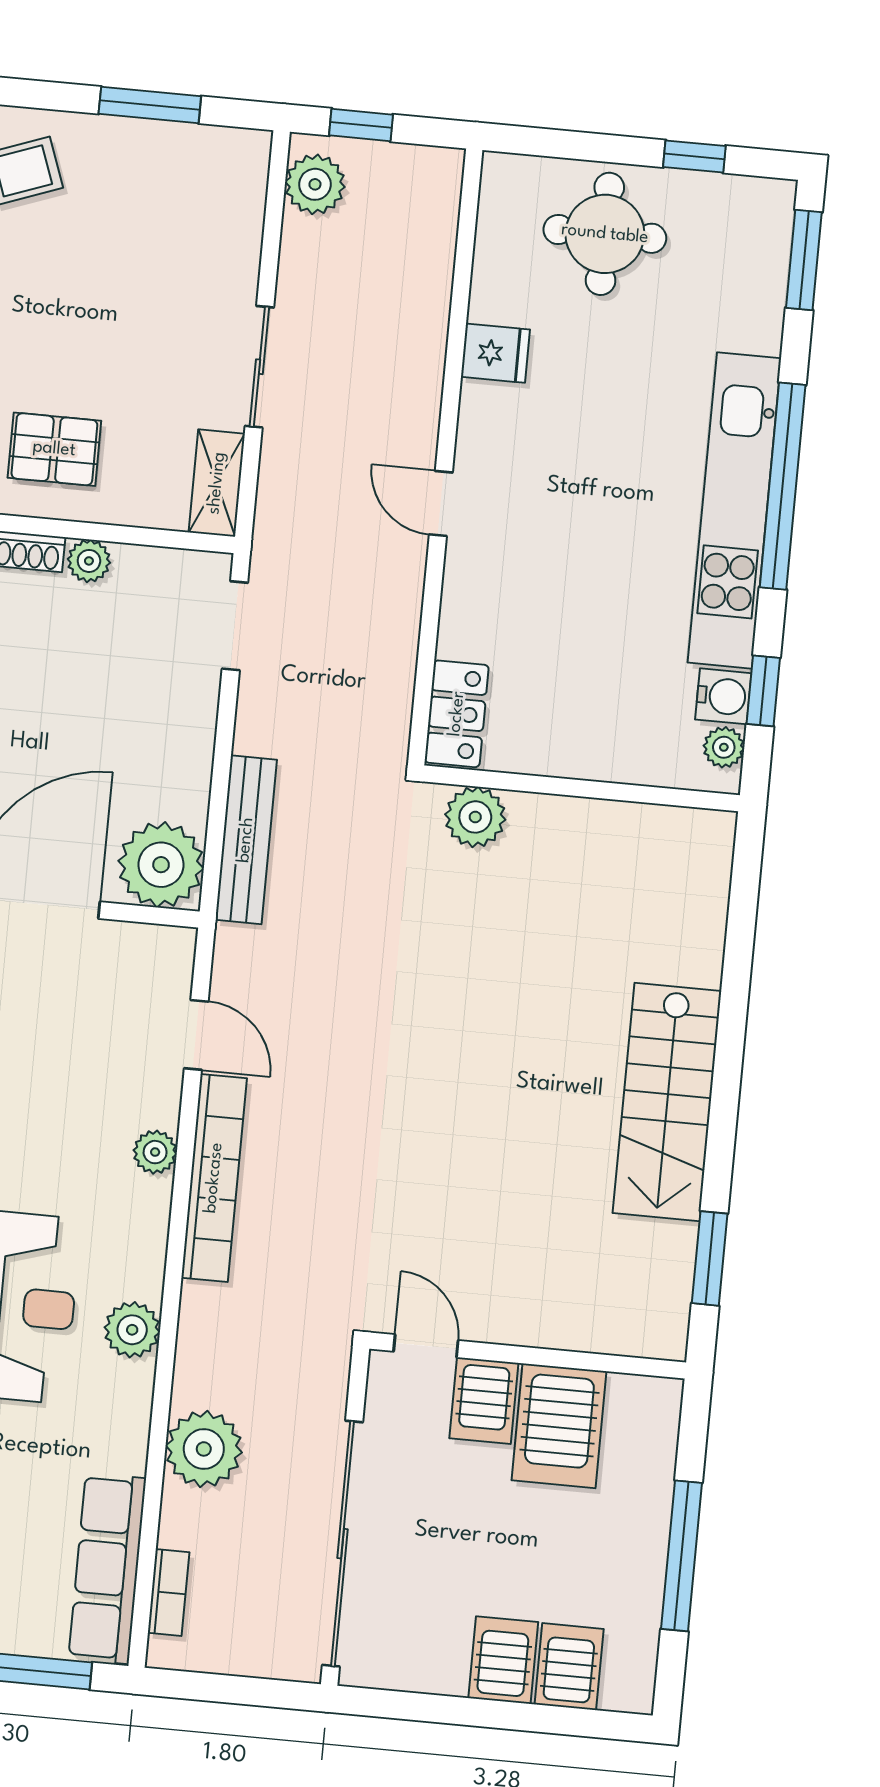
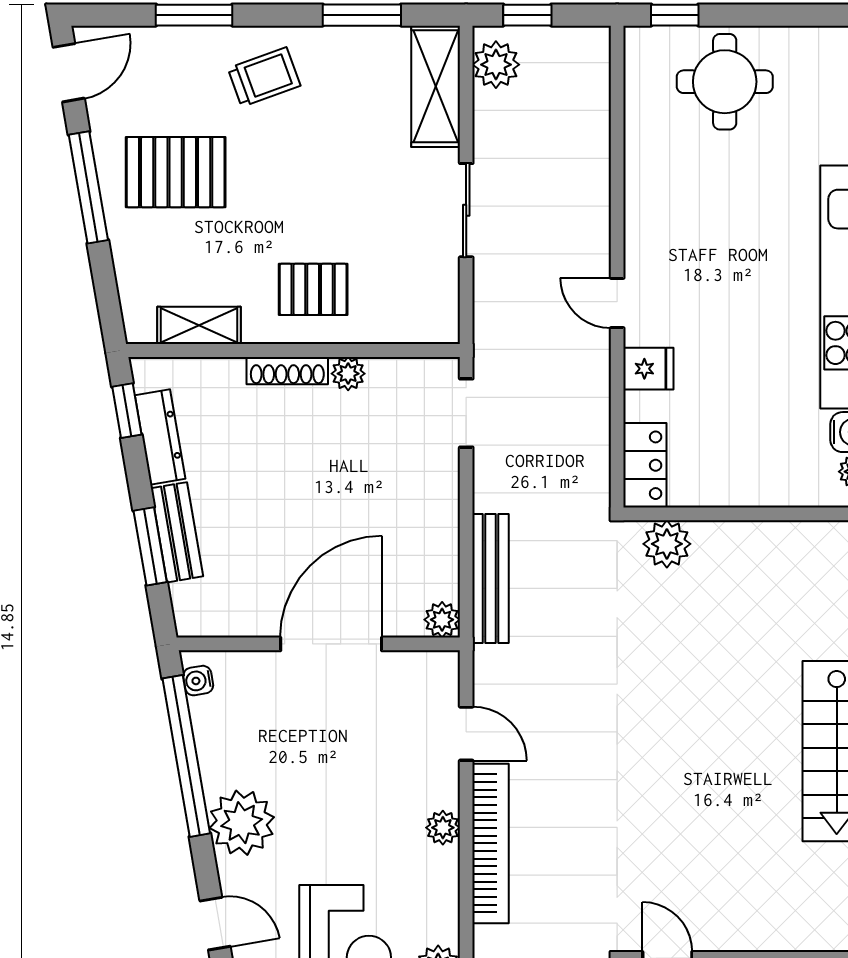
window: (694, 157) -> (675, 15), moved
fridge: (495, 353) -> (648, 369), moved
shelving: (217, 483) -> (436, 86), moved, width x1.50, depth x1.33
plant: (161, 865) -> (442, 620), width x0.53, depth x0.53

